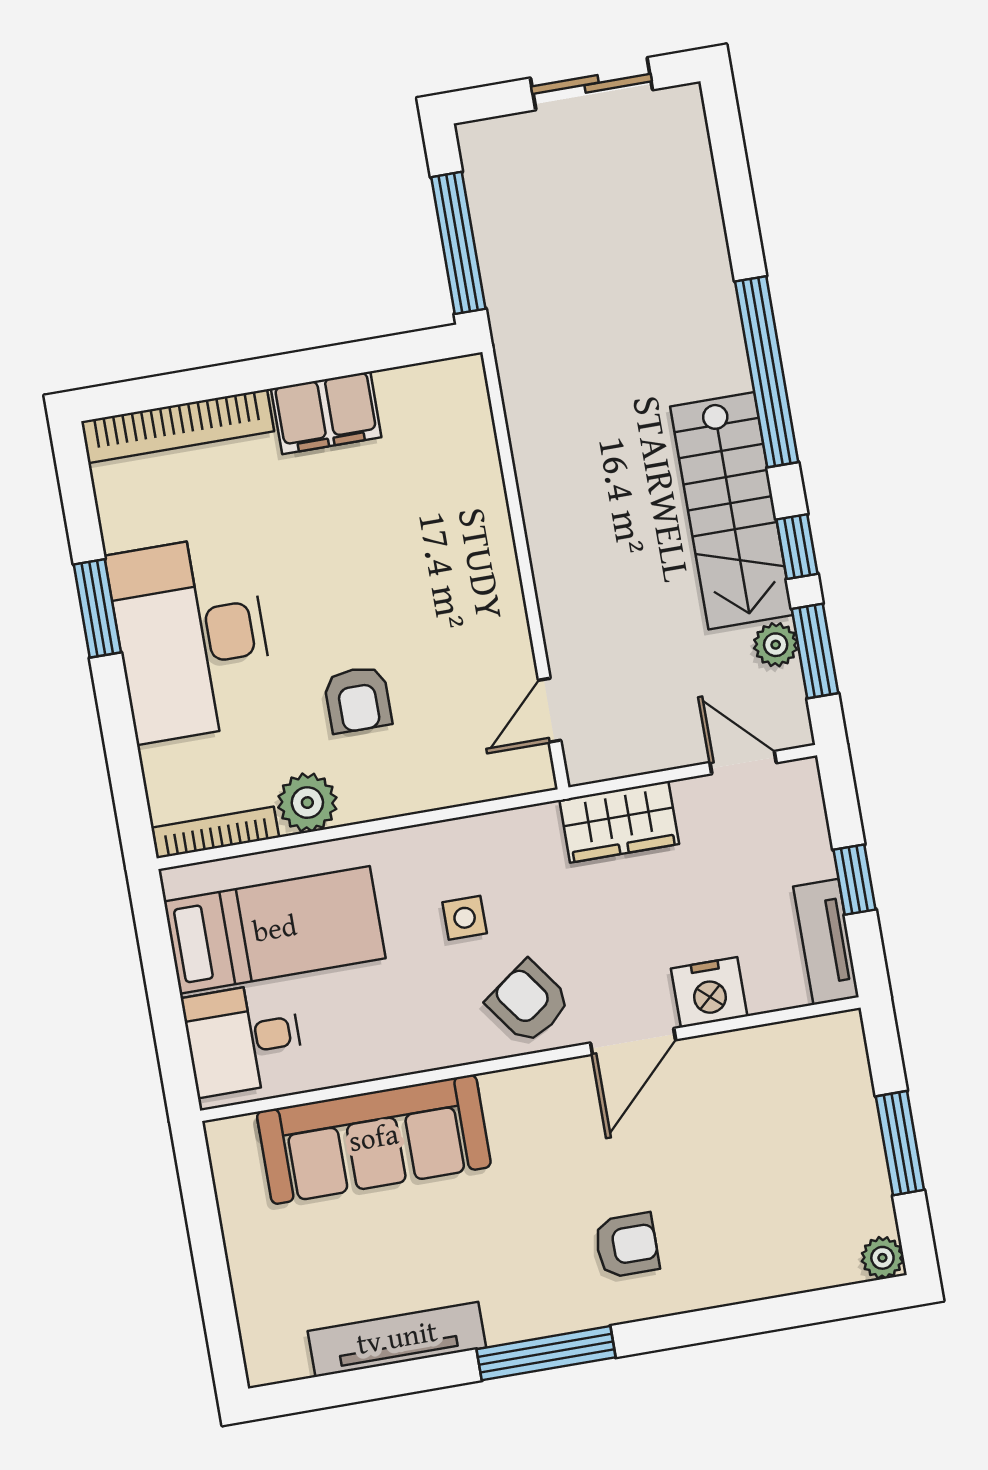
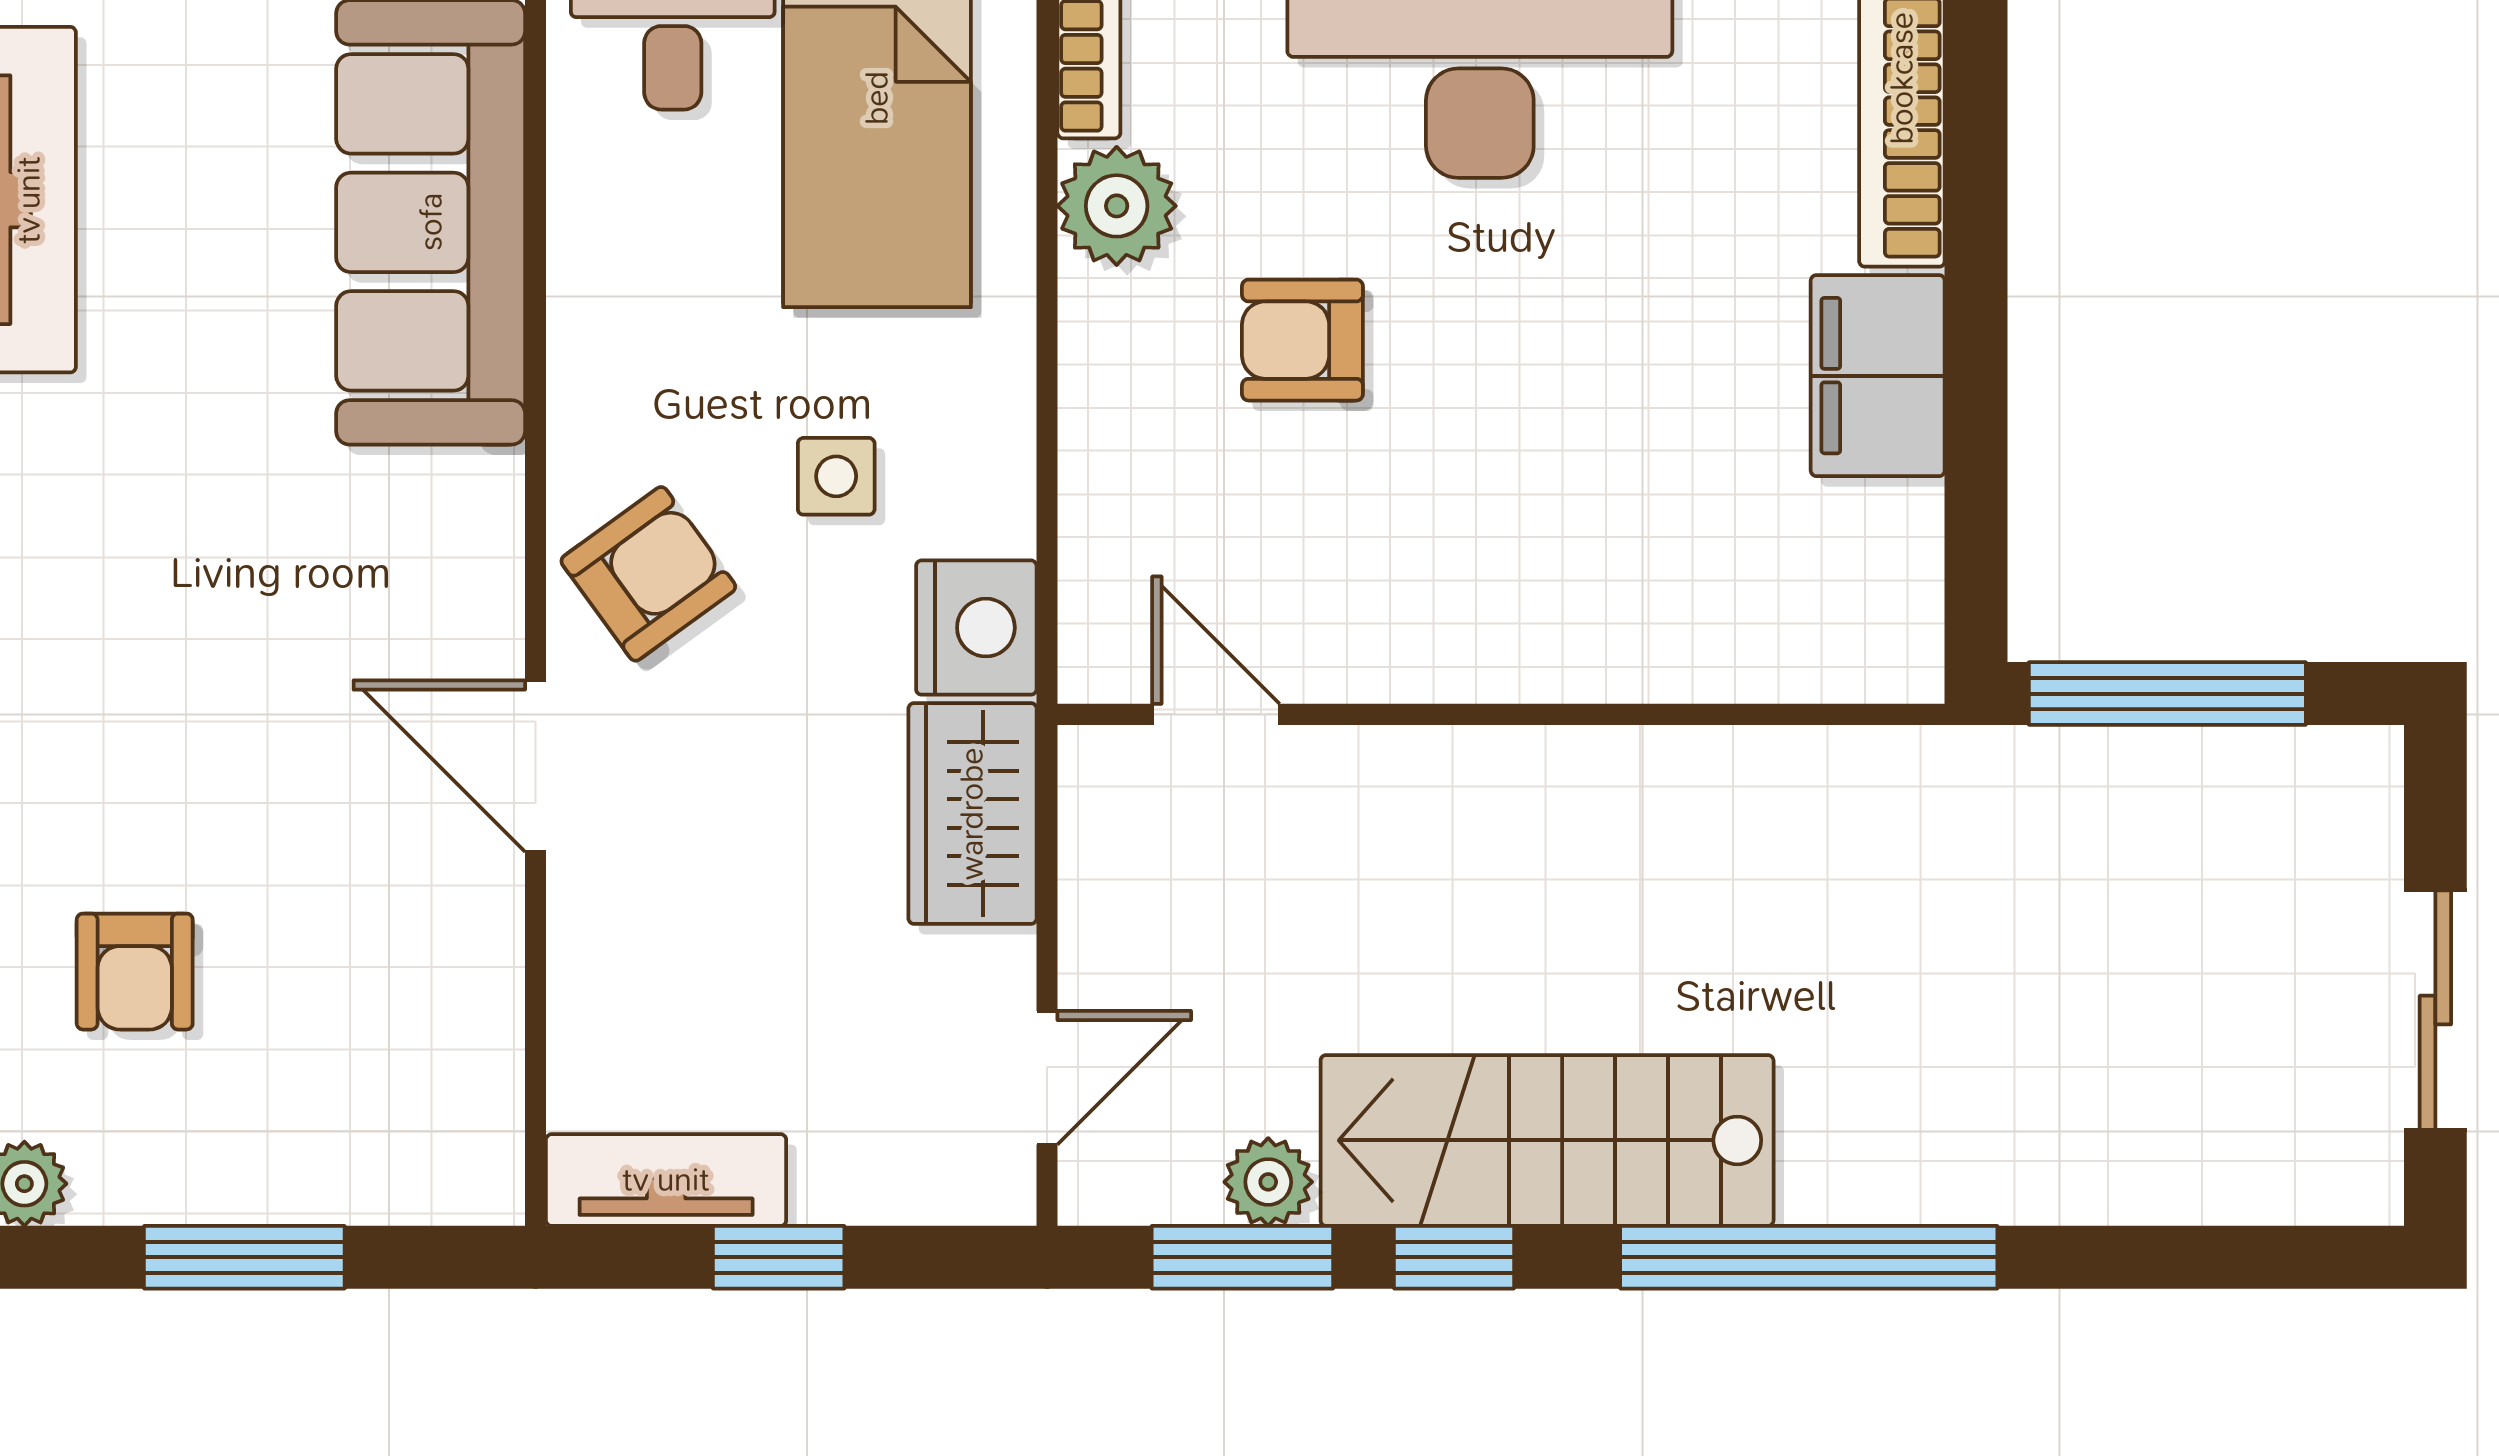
nightstand: (709, 992) -> (976, 628), moved, turned 180
armchair: (627, 1245) -> (135, 972), moved

